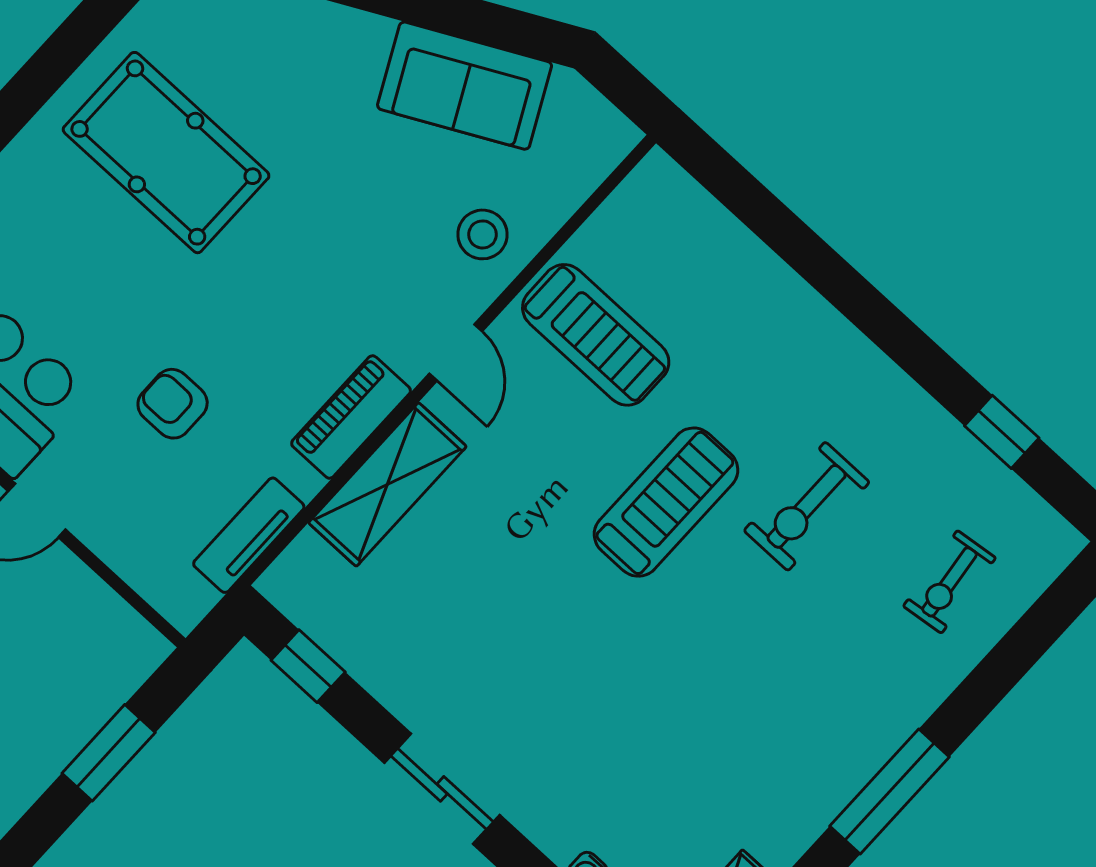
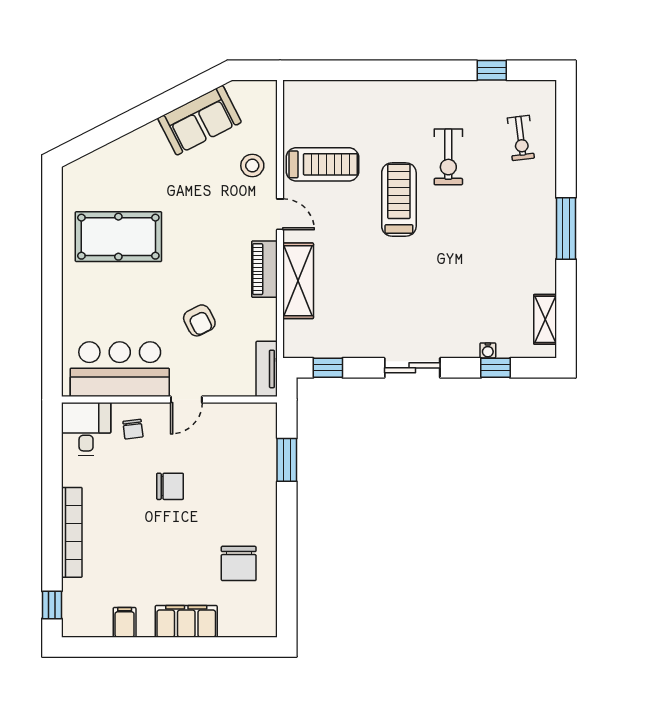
armchair: (173, 404) -> (199, 320), turned -117
tv unit: (249, 535) -> (267, 369), moved

